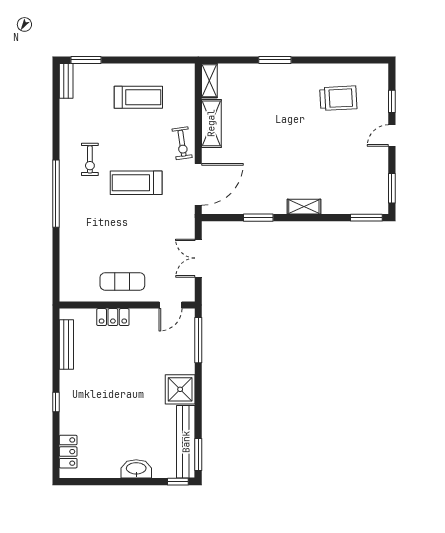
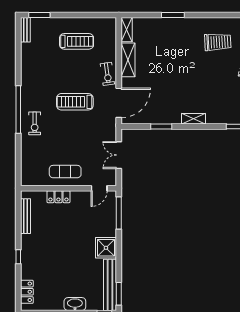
exercise bike: (90, 159) -> (35, 123), moved

